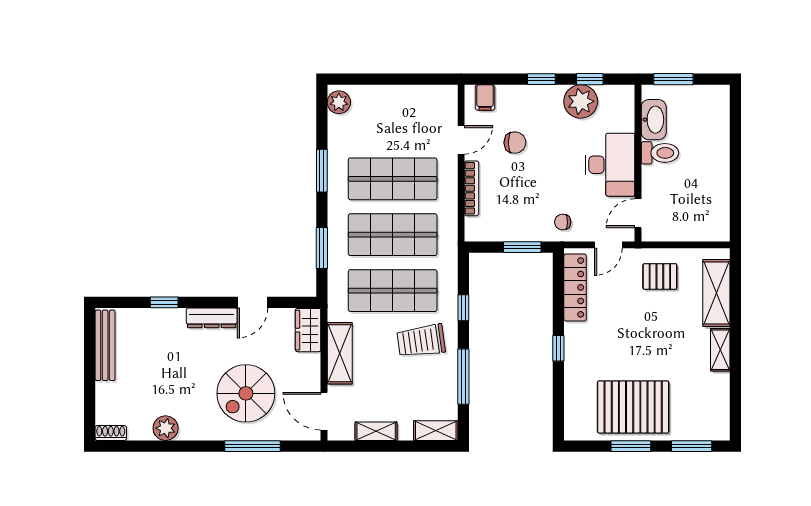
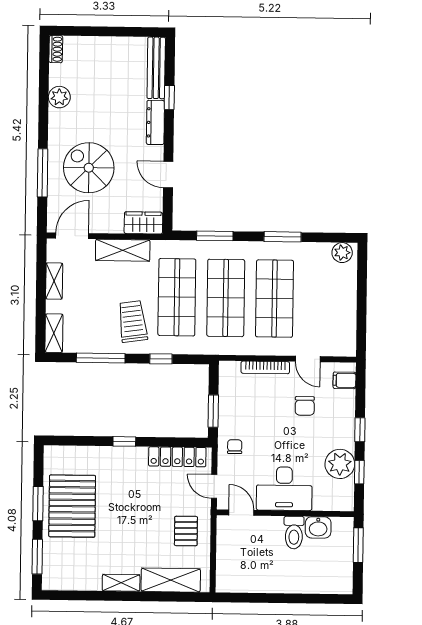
washbasin: (654, 120) -> (318, 527), width x0.72
dresser: (212, 318) -> (155, 122), moved
bench: (105, 345) -> (156, 68), moved, turned 90

